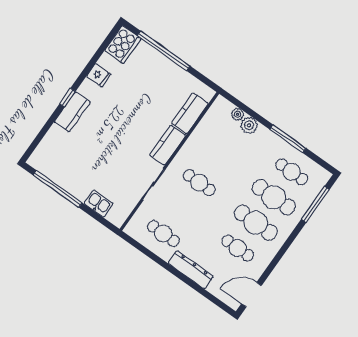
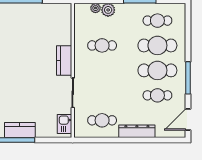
kitchen counter: (190, 113) -> (20, 130), moved, turned 90
cafe table: (199, 183) -> (102, 45), moved
kitchen sink: (99, 204) -> (65, 124), moved, turned -90
window: (315, 204) -> (188, 78), moved

